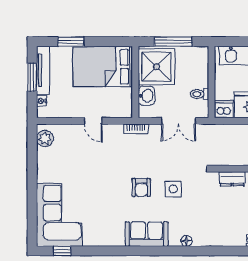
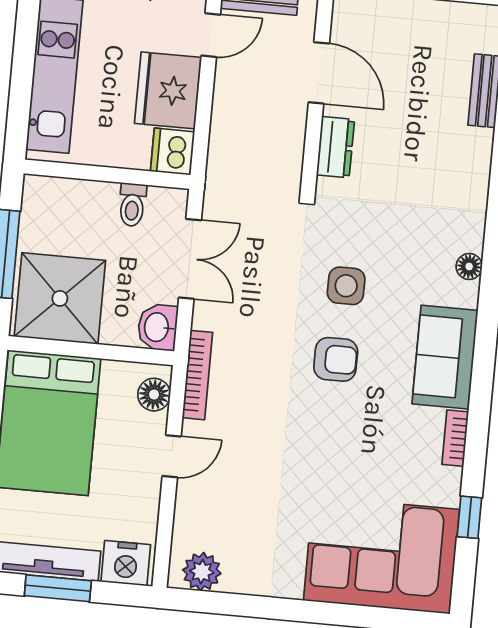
washbasin: (146, 96) -> (158, 327), moved, turned -90
nightstand: (42, 101) -> (126, 563), width x1.89, depth x1.79
floor lamp: (119, 111) -> (154, 395), added
bookcase: (136, 129) -> (197, 375), width x1.56
bookcase: (112, 242) -> (455, 438), added
window: (62, 251) -> (469, 517), moved

